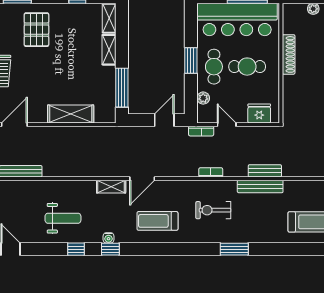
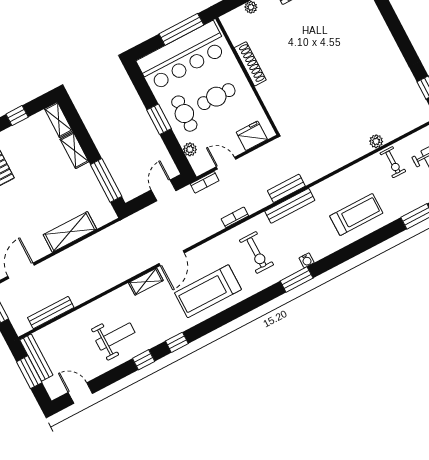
exercise bike: (213, 210) -> (257, 252), turned -90
treadmill: (157, 221) -> (208, 291), width x1.37, depth x1.38
water cooler: (109, 238) -> (307, 260), moved

